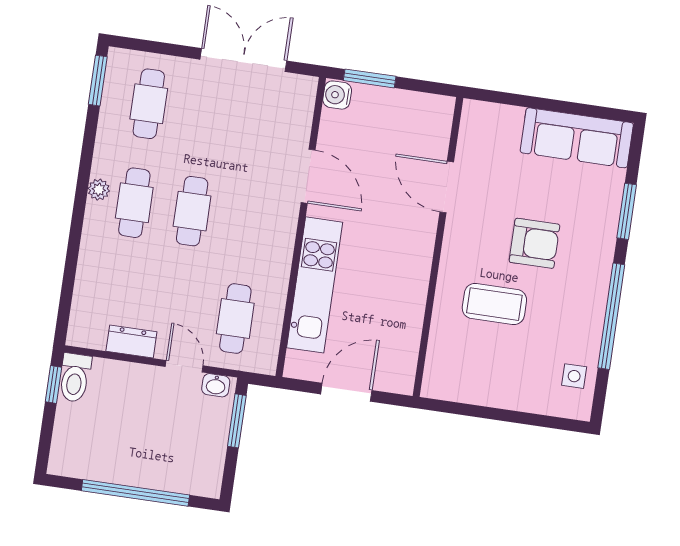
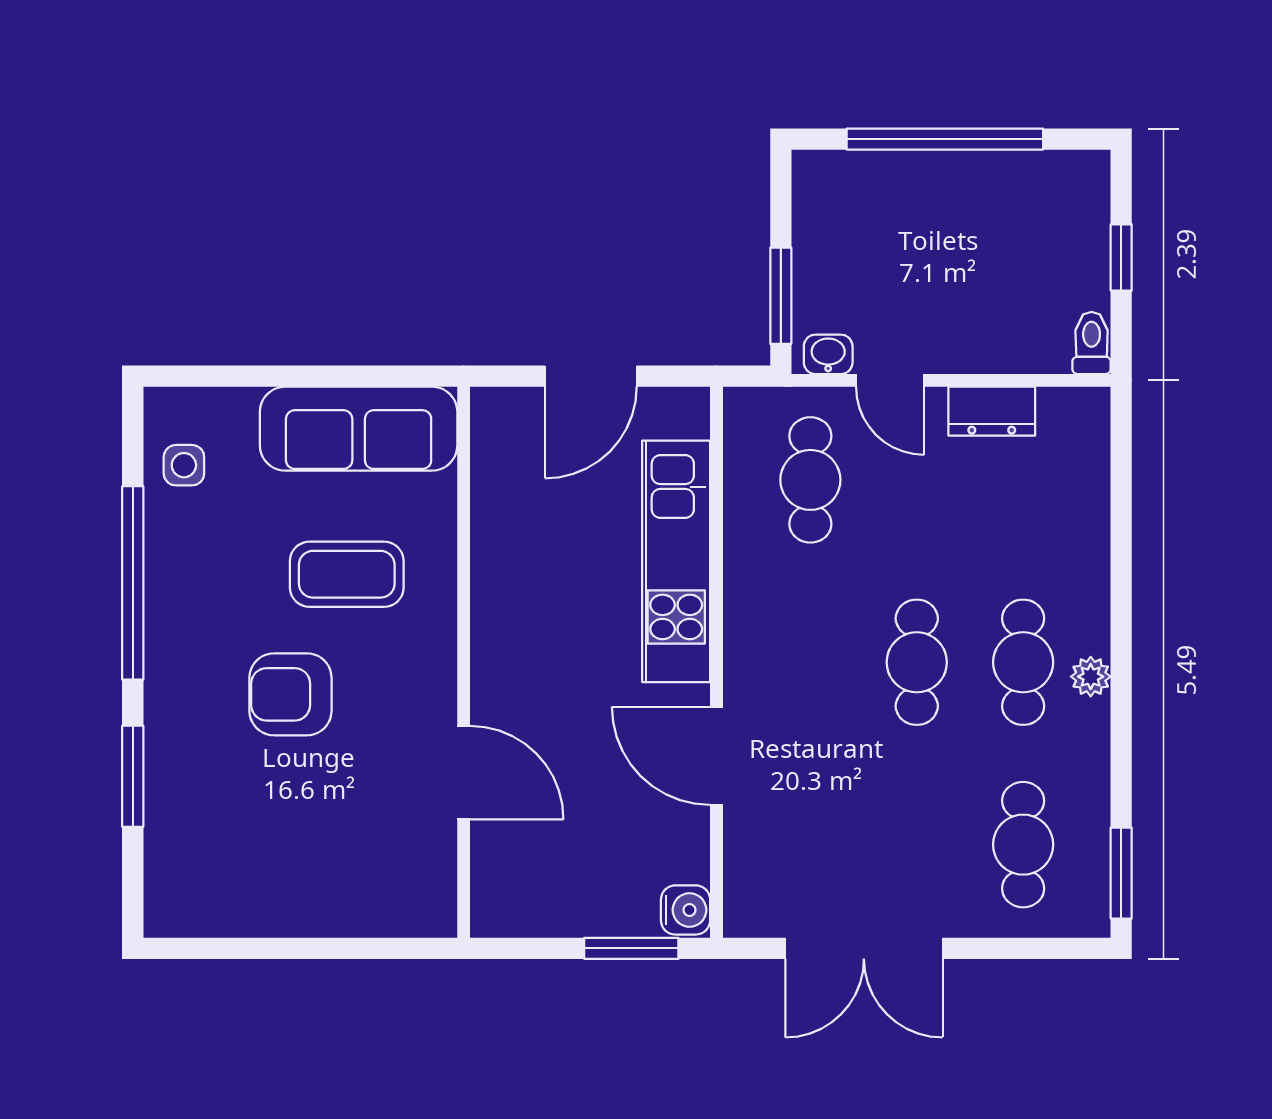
sofa: (577, 138) -> (359, 429), moved, turned 180
toilet: (75, 378) -> (1092, 343), width x0.73, depth x0.72
window: (53, 385) -> (1121, 258), moved

